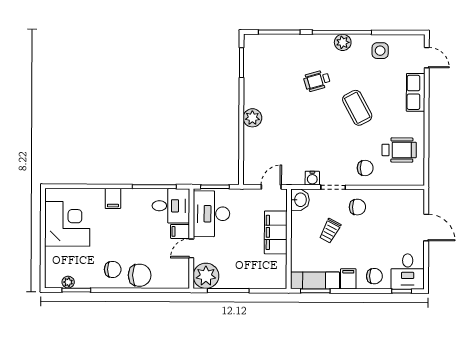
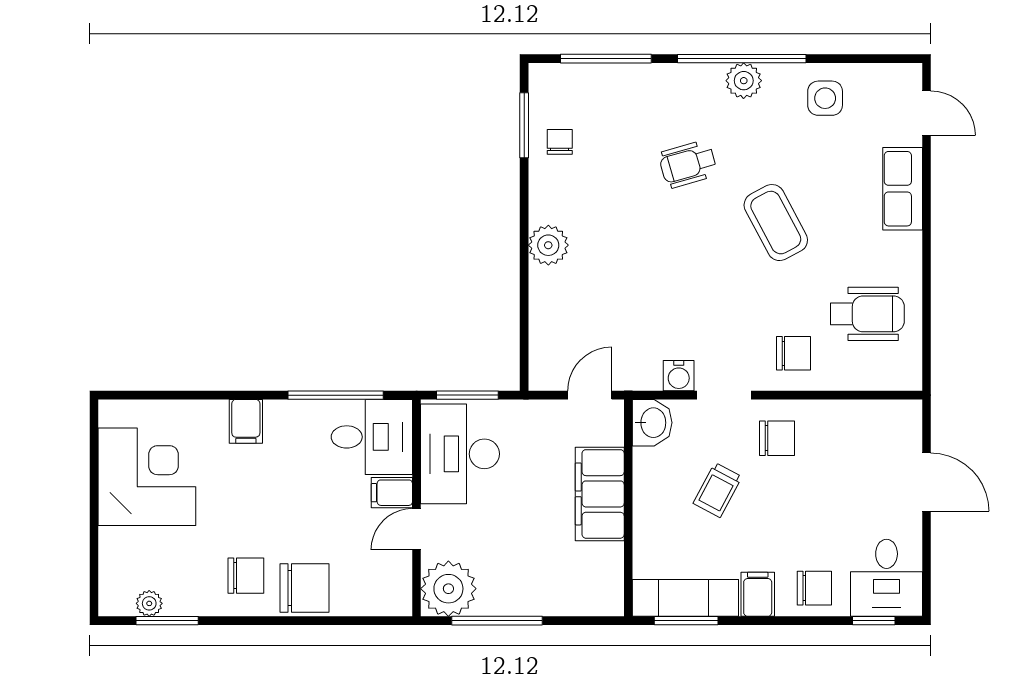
chair: (258, 70) -> (560, 142), added

